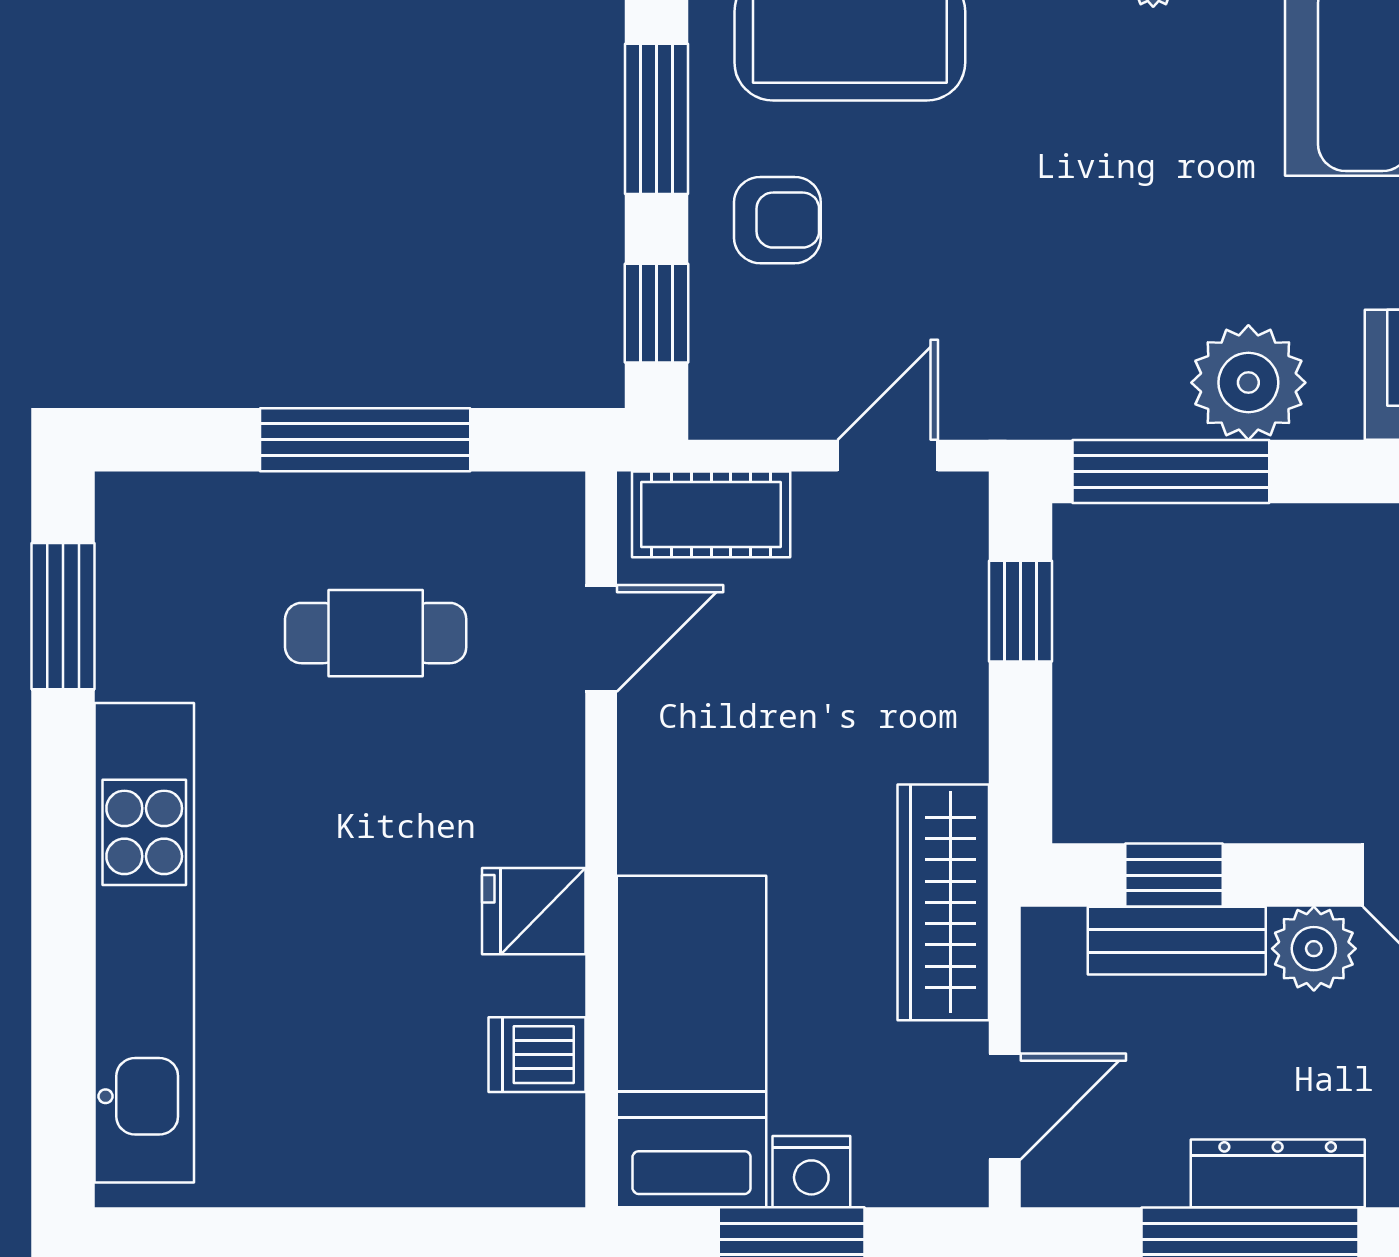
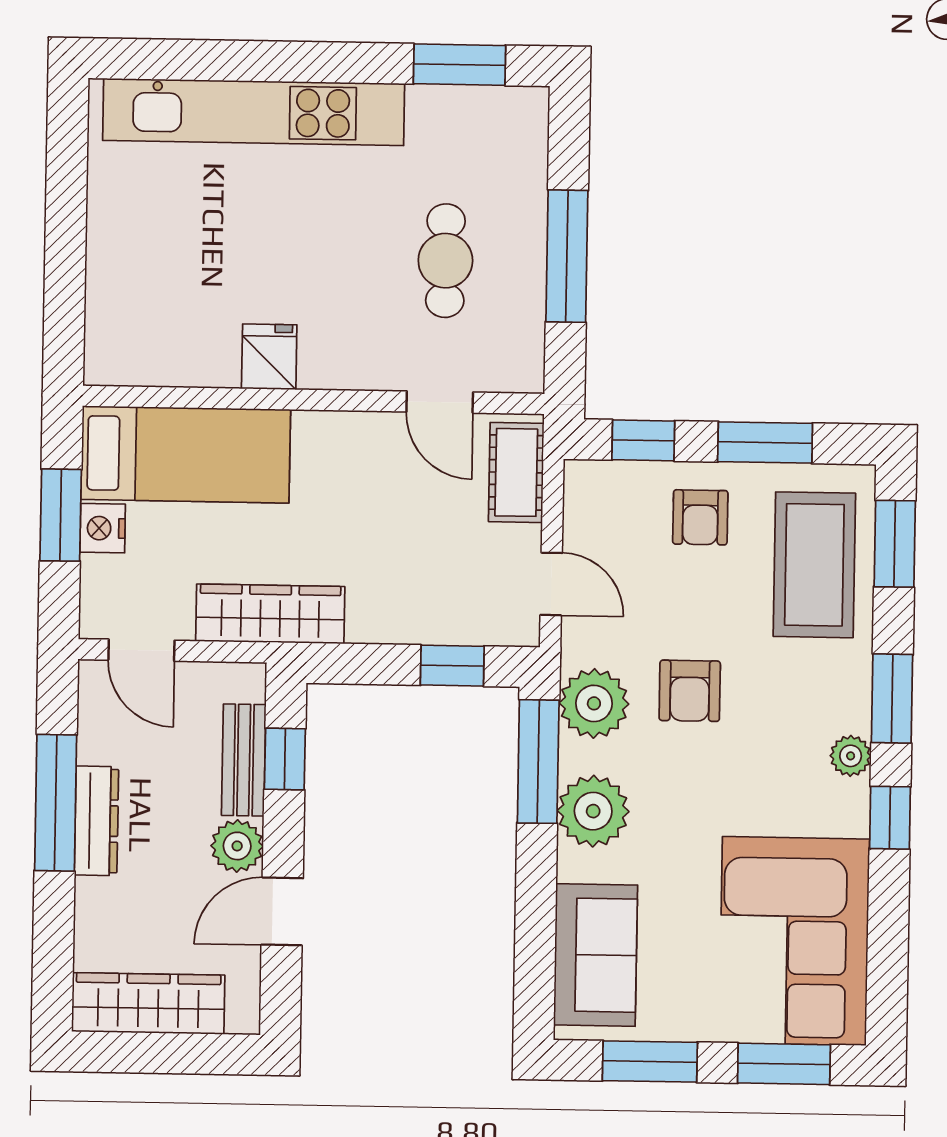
armchair: (1054, 232) -> (690, 691), added
plant: (1077, 384) -> (594, 703), added
dishwasher: (537, 1055) -> (179, 357), removed

